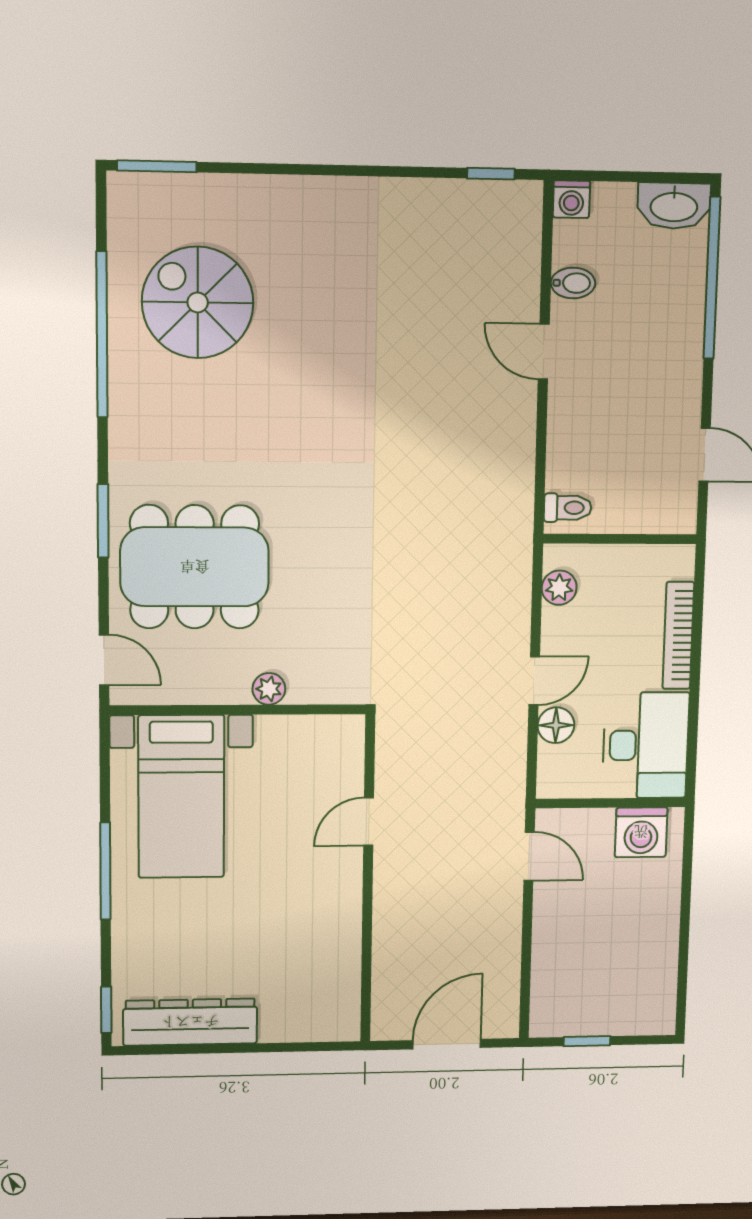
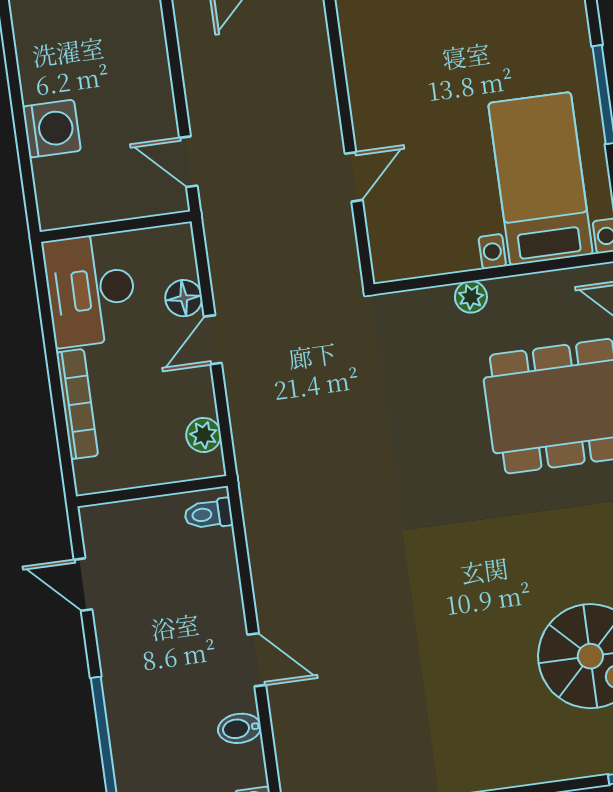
washing machine: (641, 832) -> (52, 129), moved, turned 90

